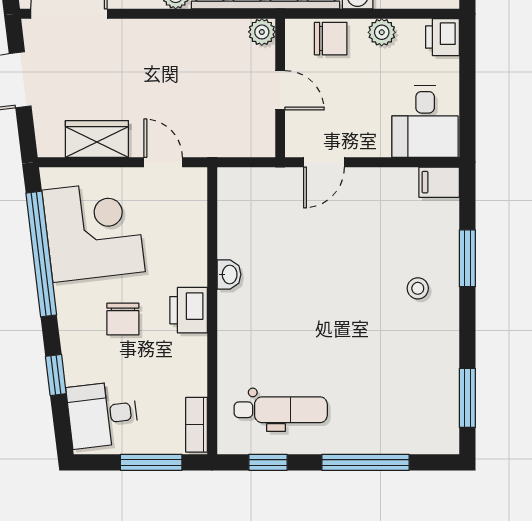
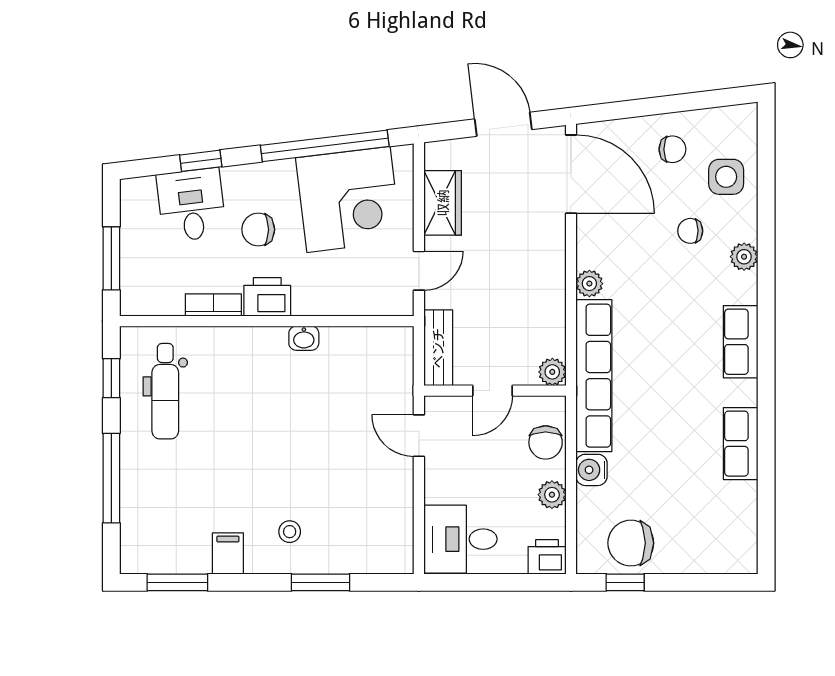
bench: (238, 143) -> (438, 348), added
filing cabinet: (439, 182) -> (228, 553), moved
desk: (103, 415) -> (191, 205), moved
bookcase: (197, 425) -> (213, 305), moved

